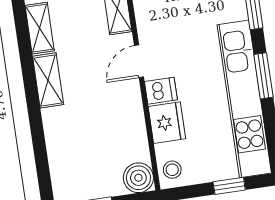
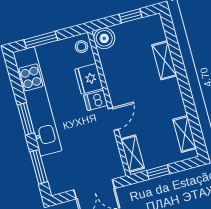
shelving: (48, 80) -> (164, 60), moved
window: (229, 186) -> (41, 40), width x1.50

